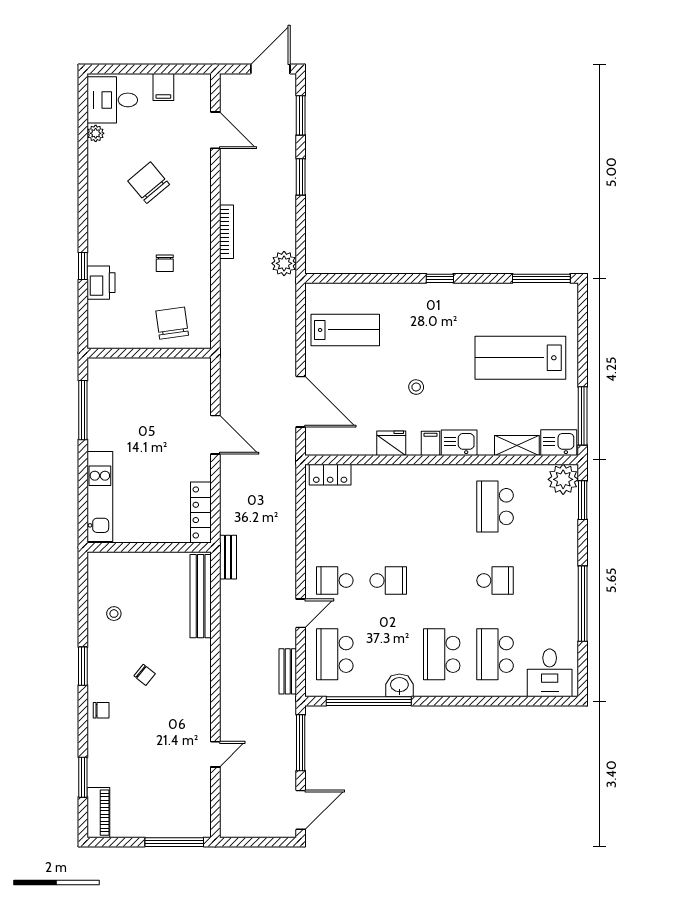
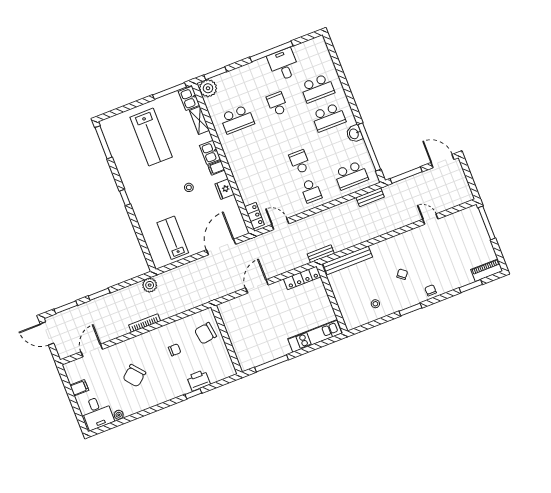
door: (301, 613) -> (280, 224), moved
desk: (550, 673) -> (283, 64), moved, turned -90

